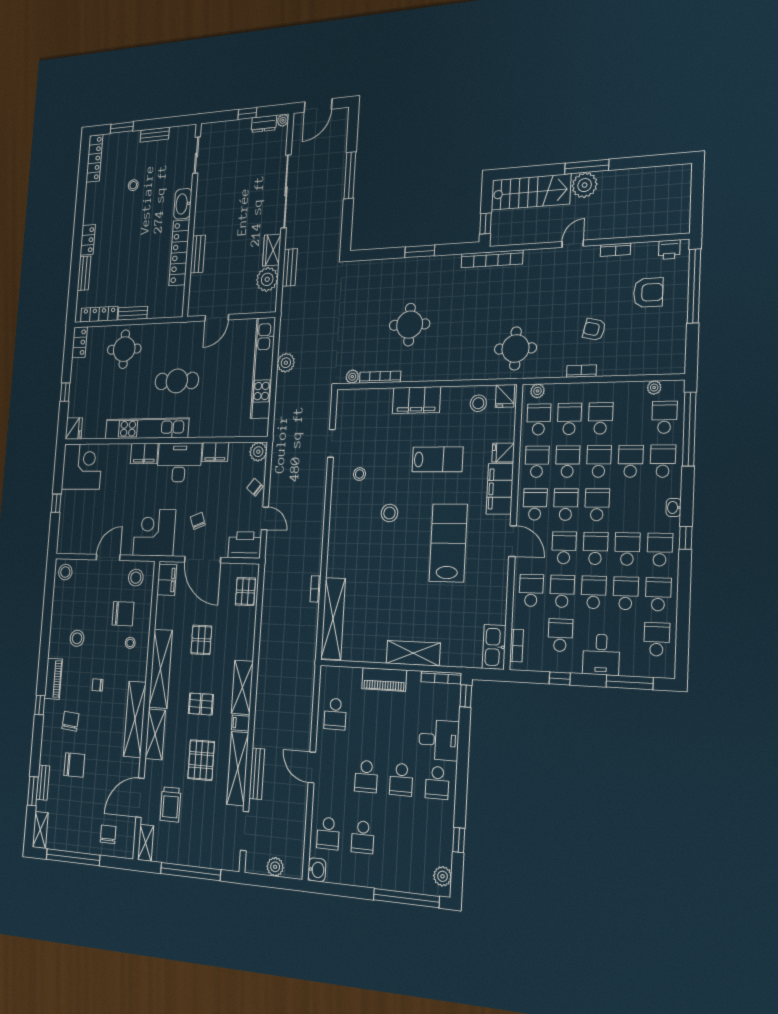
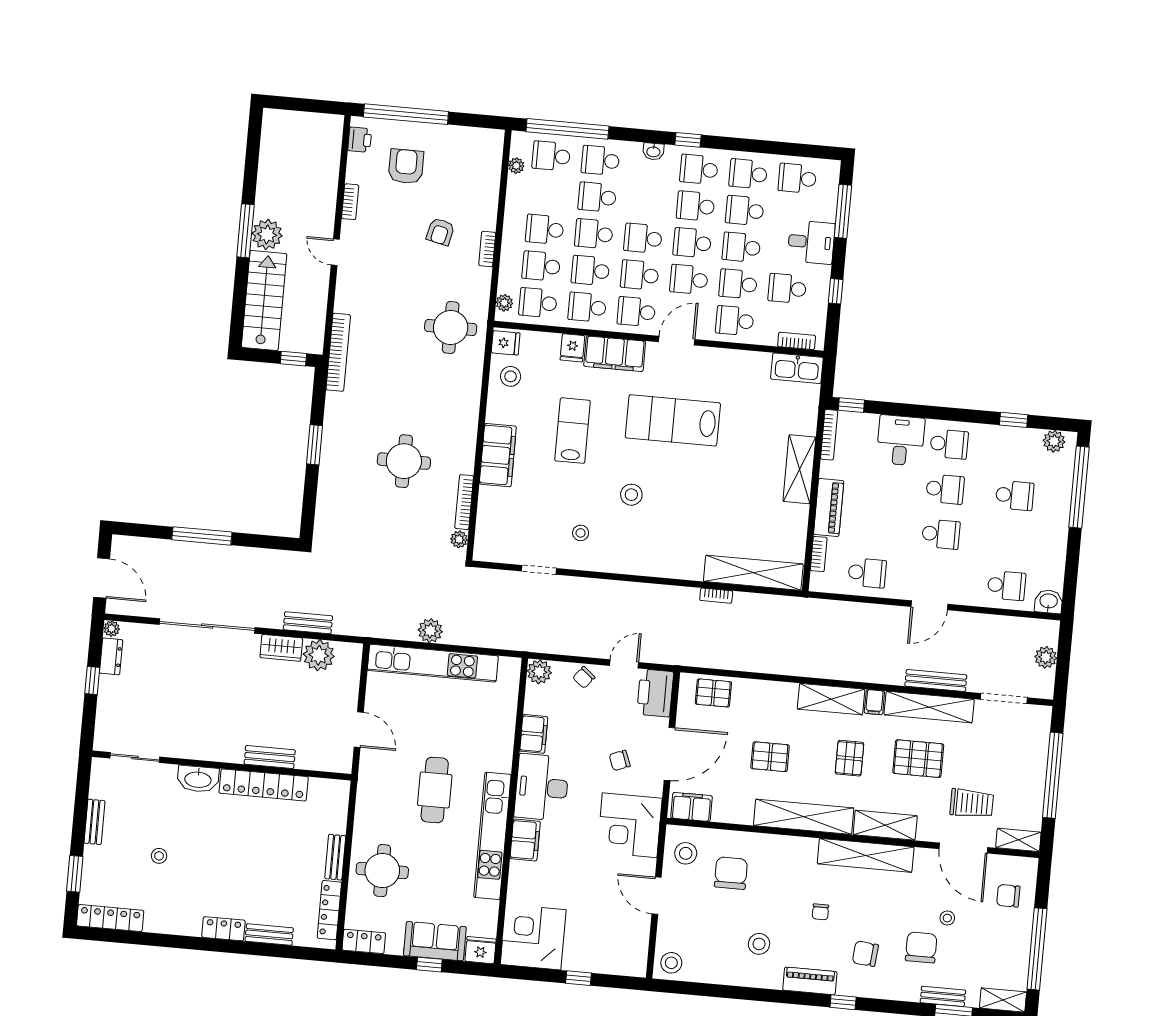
sofa: (80, 394) -> (435, 941), added
stool: (130, 643) -> (947, 918), moved
bookcase: (348, 673) -> (819, 554), added
school desk: (363, 837) -> (1015, 495), moved

